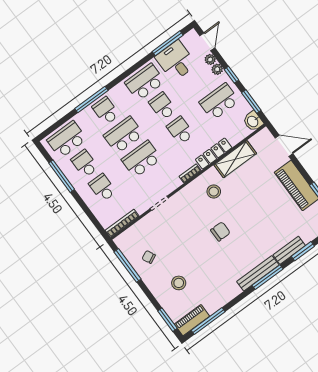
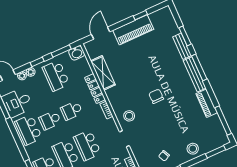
stool: (214, 192) -> (129, 116), moved
stool: (179, 283) -> (193, 149), moved
piano: (192, 320) -> (207, 103), moved

